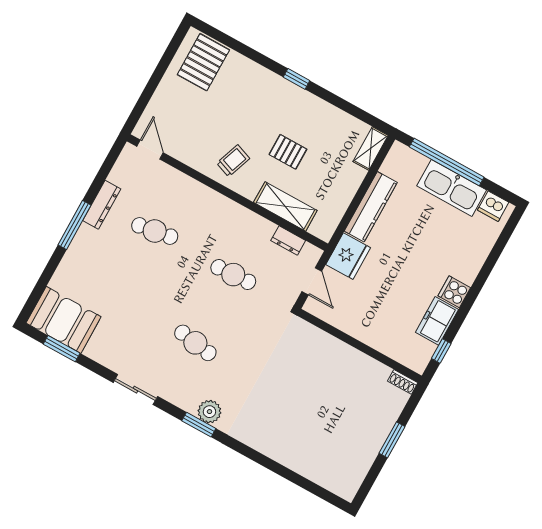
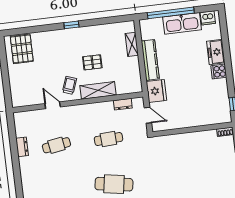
shelving: (371, 149) -> (132, 44), moved
door: (150, 150) -> (53, 105), moved
dresser: (102, 205) -> (22, 147), width x0.70
shelving: (285, 206) -> (98, 90), moved
window: (74, 225) -> (17, 170), removed
freezer: (437, 321) -> (216, 52), moved
cafe table: (195, 343) -> (114, 184), width x1.37, depth x1.35

